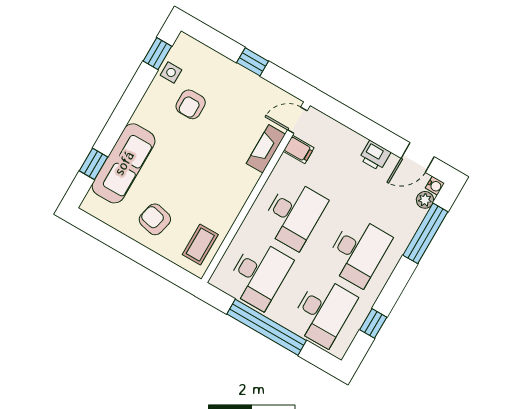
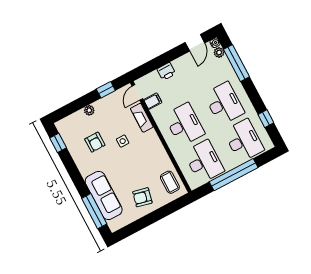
window: (253, 62) -> (106, 90), moved
plant: (230, 69) -> (89, 110), added
side table: (171, 72) -> (123, 141), moved
printer: (375, 156) -> (166, 71), moved
window: (93, 164) -> (94, 211), width x2.17

